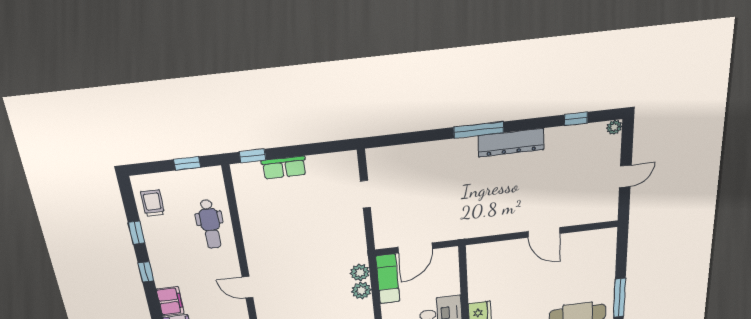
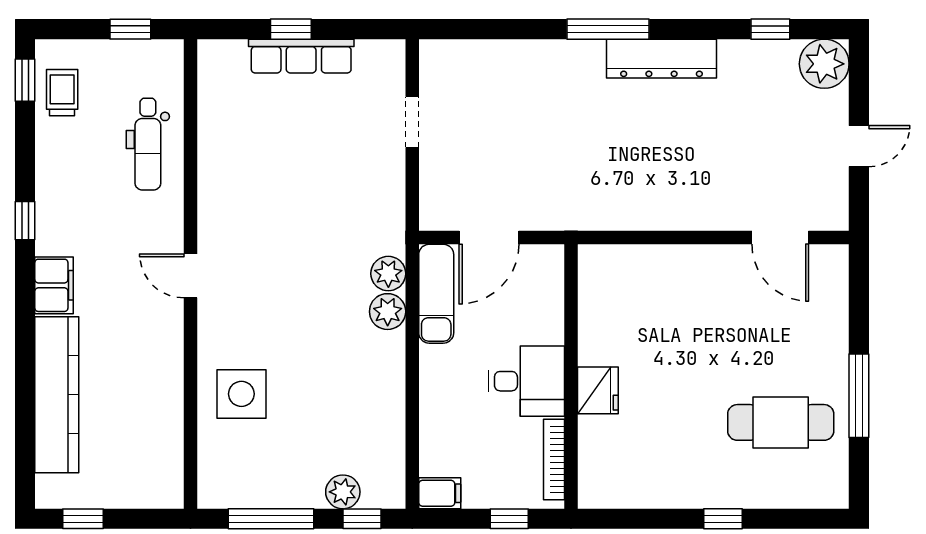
plant: (614, 127) -> (824, 64), width x1.88, depth x1.88
window: (253, 156) -> (291, 29), moved
row of seats: (284, 168) -> (301, 56), width x1.48
door: (544, 232) -> (780, 238), moved
window: (136, 233) -> (25, 80), moved

